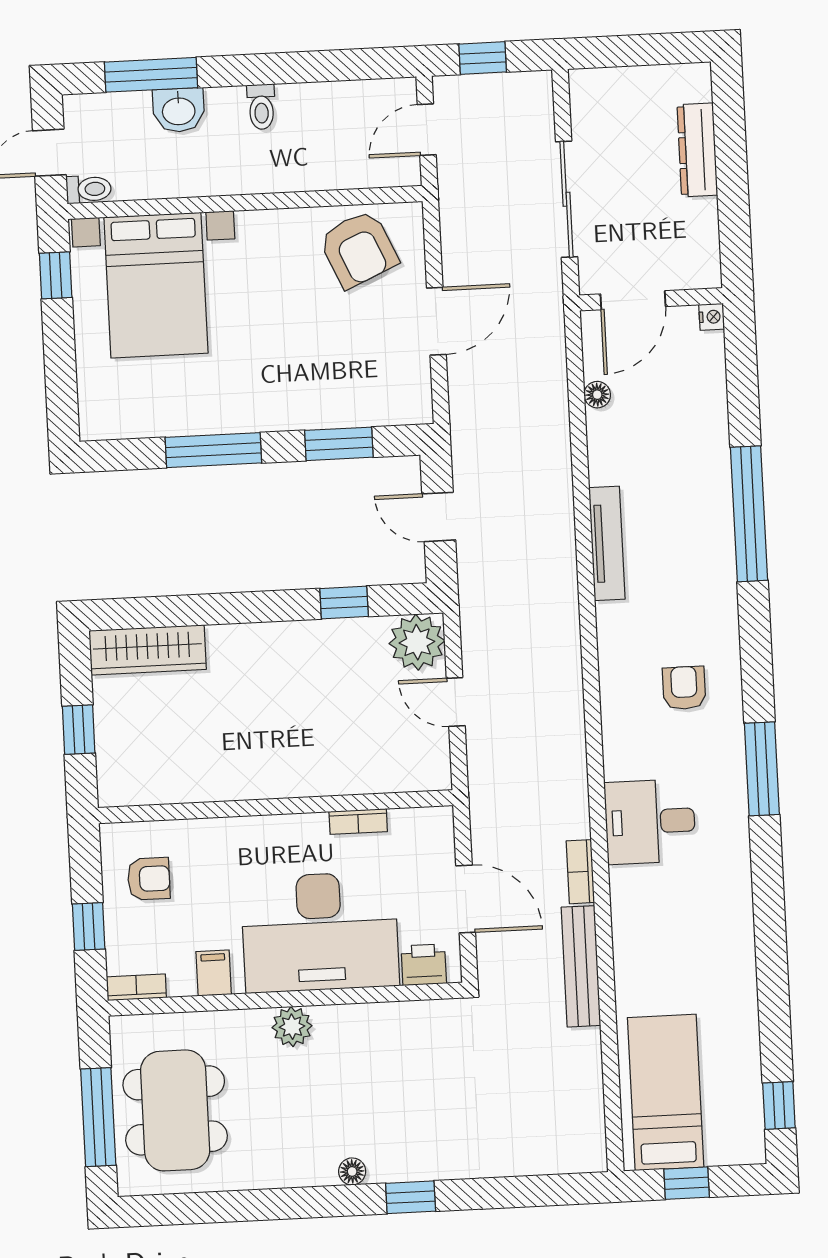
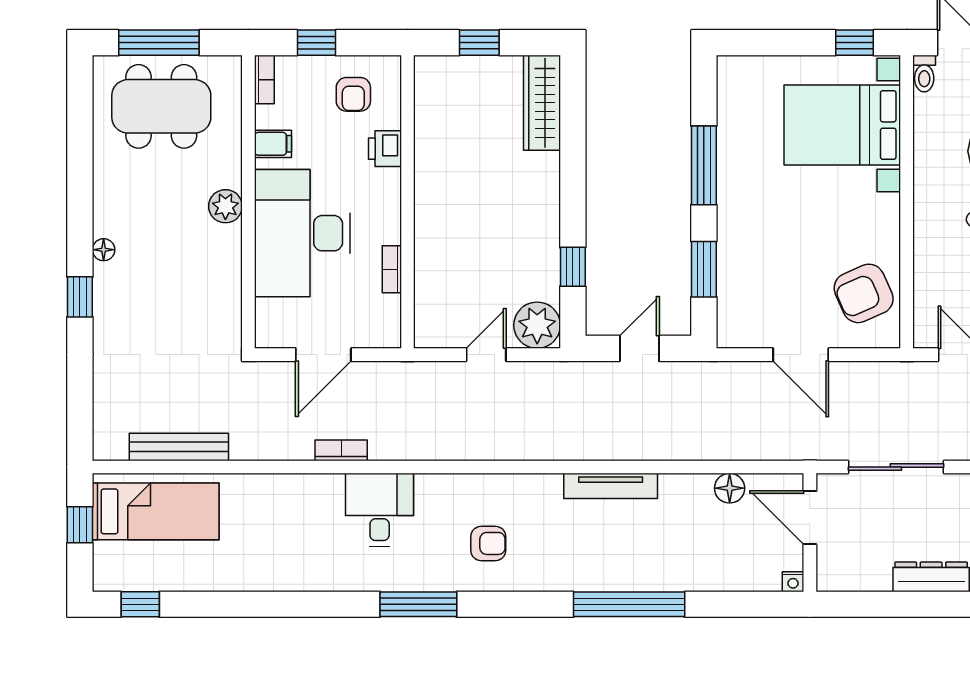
floor lamp: (597, 395) -> (730, 488), width x1.37, depth x1.37
printer: (424, 965) -> (385, 149), moved, turned 180
bench: (581, 966) -> (179, 447), moved

